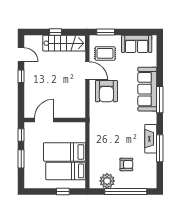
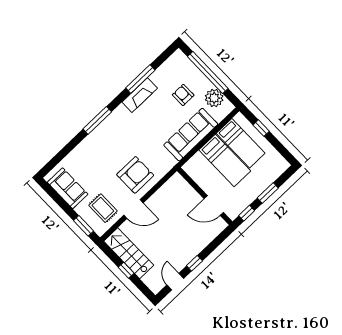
door: (87, 71) -> (133, 209), swing flipped
sofa: (147, 89) -> (191, 135), moved, turned 180

